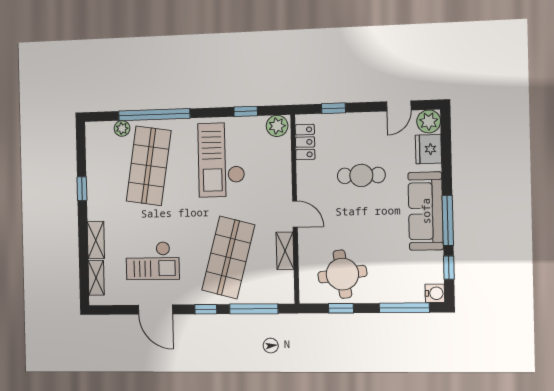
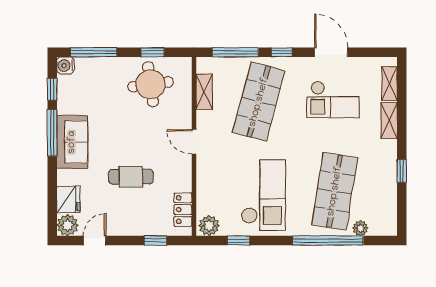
sofa: (426, 211) -> (72, 142), width x0.73
shelving: (285, 251) -> (204, 92), moved
checkout: (153, 261) -> (333, 99), turned 180

